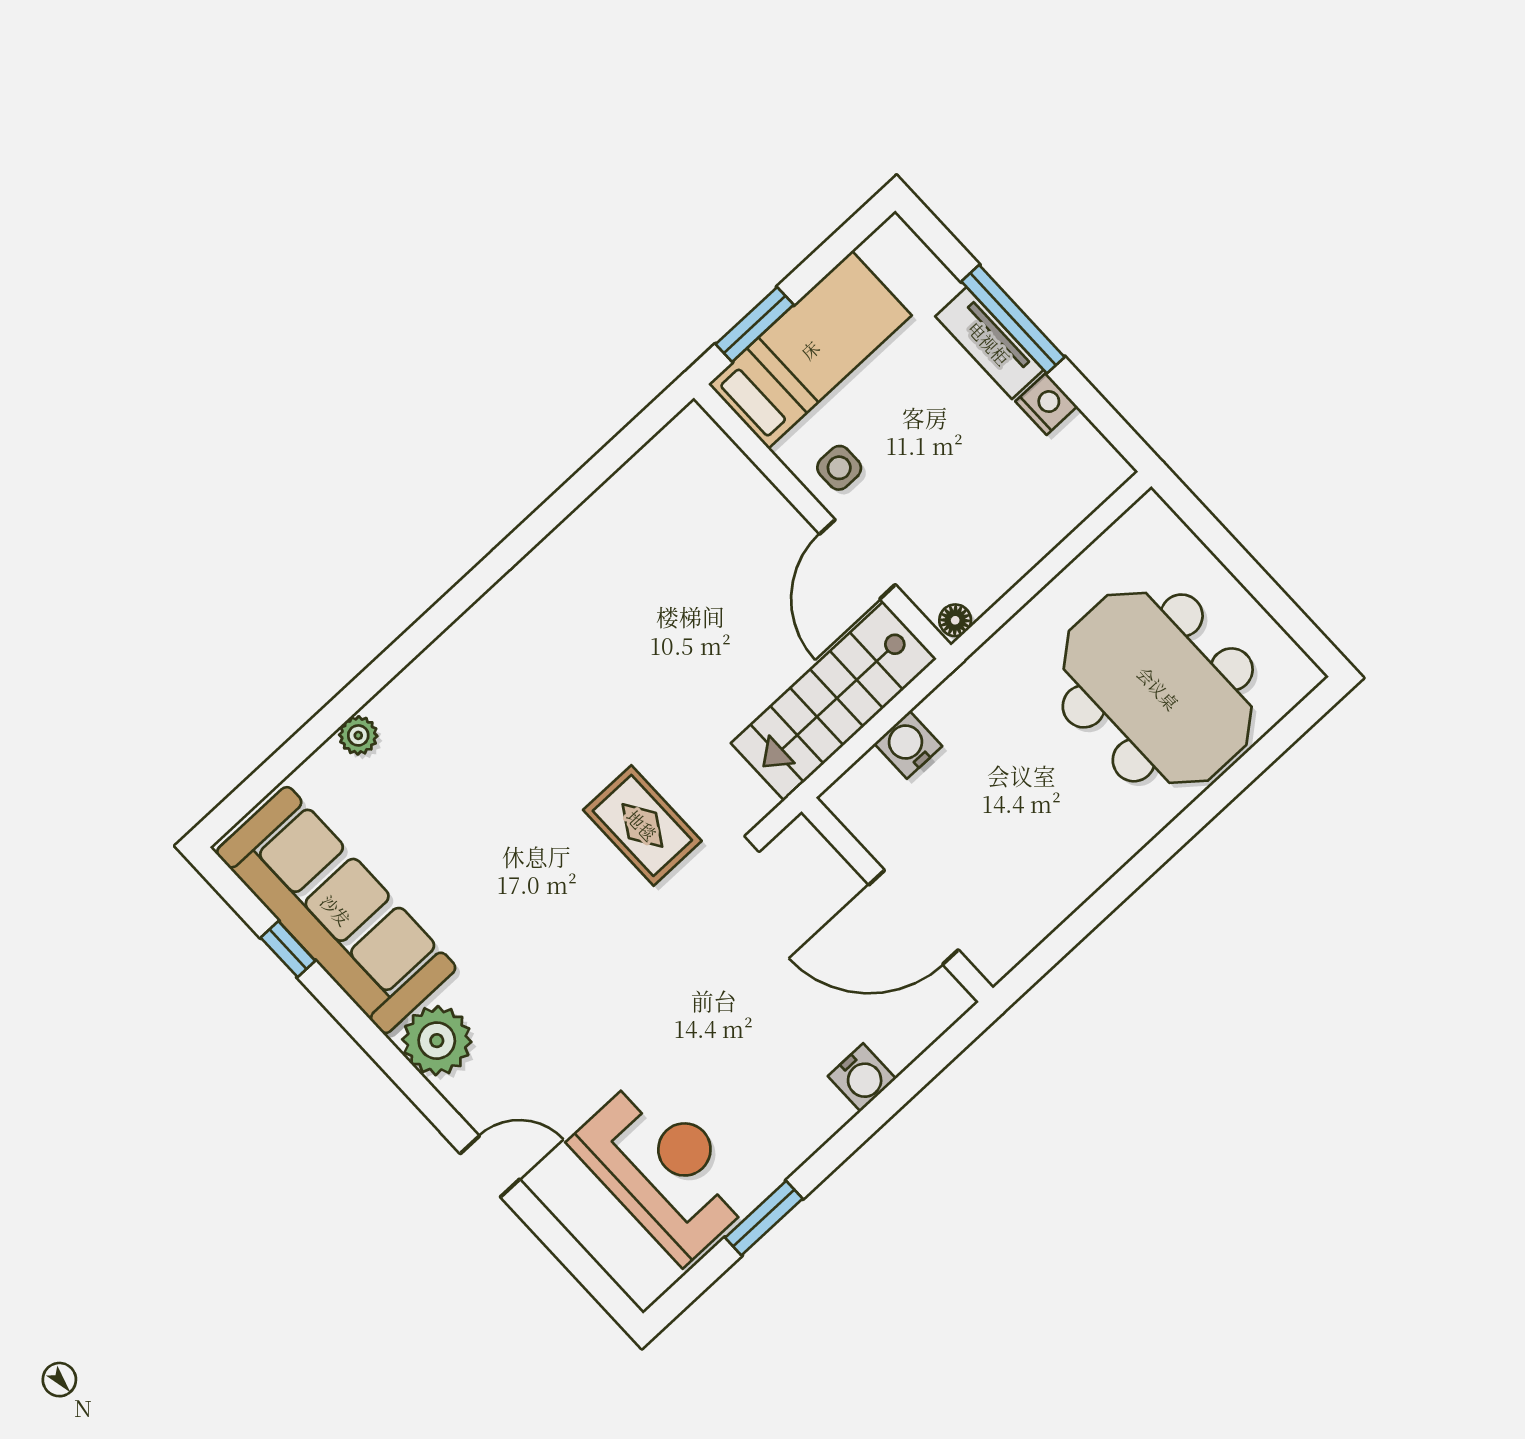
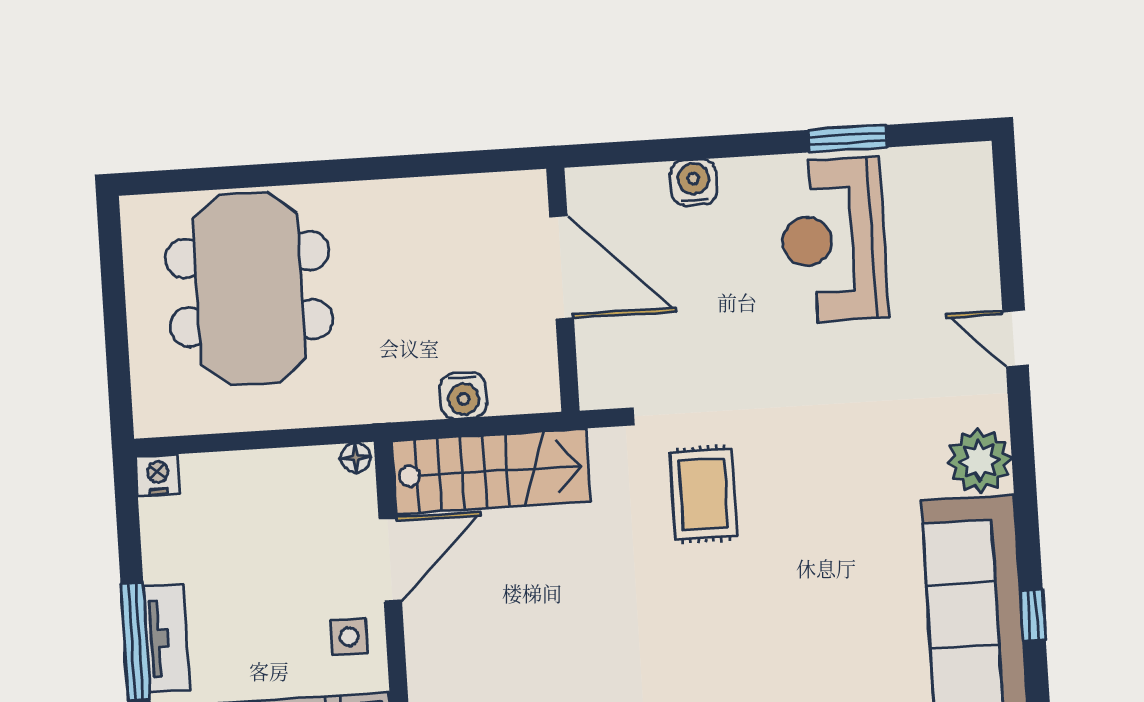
nightstand: (1046, 404) -> (158, 475), moved, turned 90
reception desk: (664, 1169) -> (833, 240), moved

